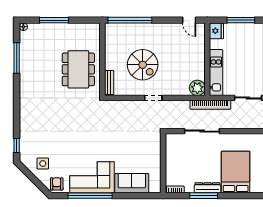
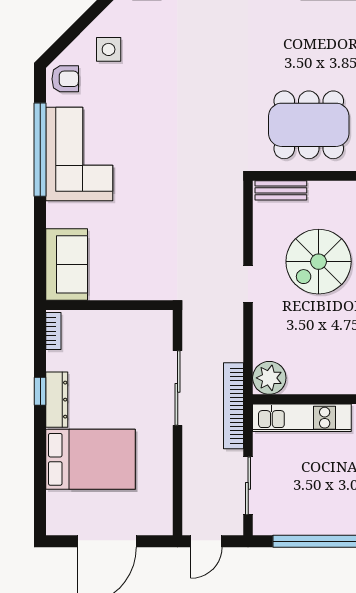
sofa: (132, 183) -> (67, 264), moved
window: (204, 196) -> (40, 391), width x0.46

